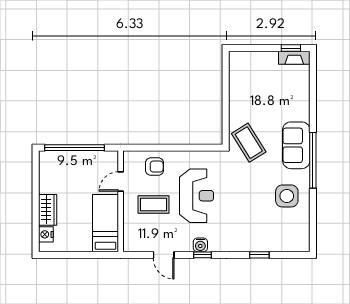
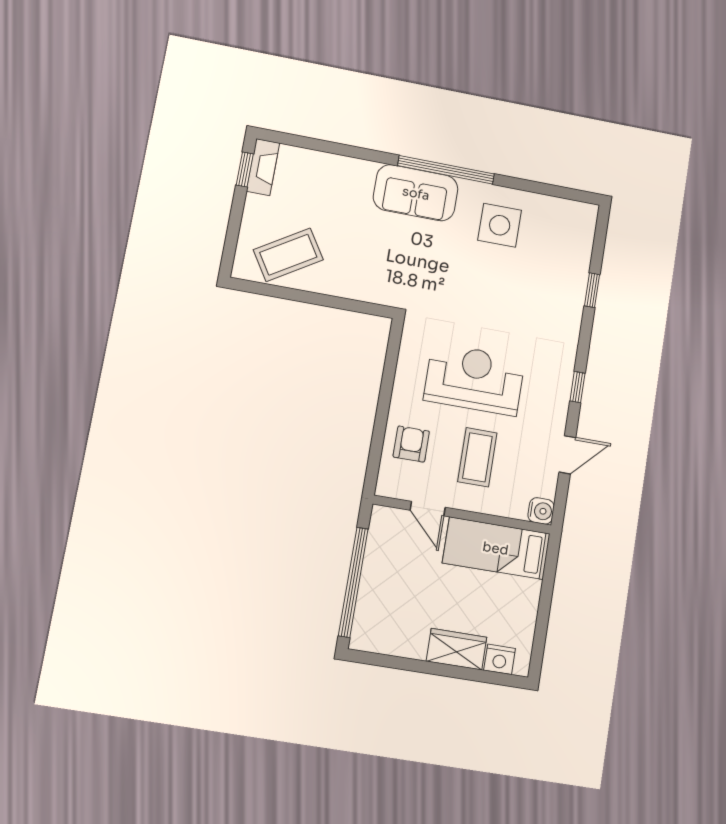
coffee table: (249, 143) -> (288, 255), moved
water cooler: (200, 245) -> (541, 511), moved

